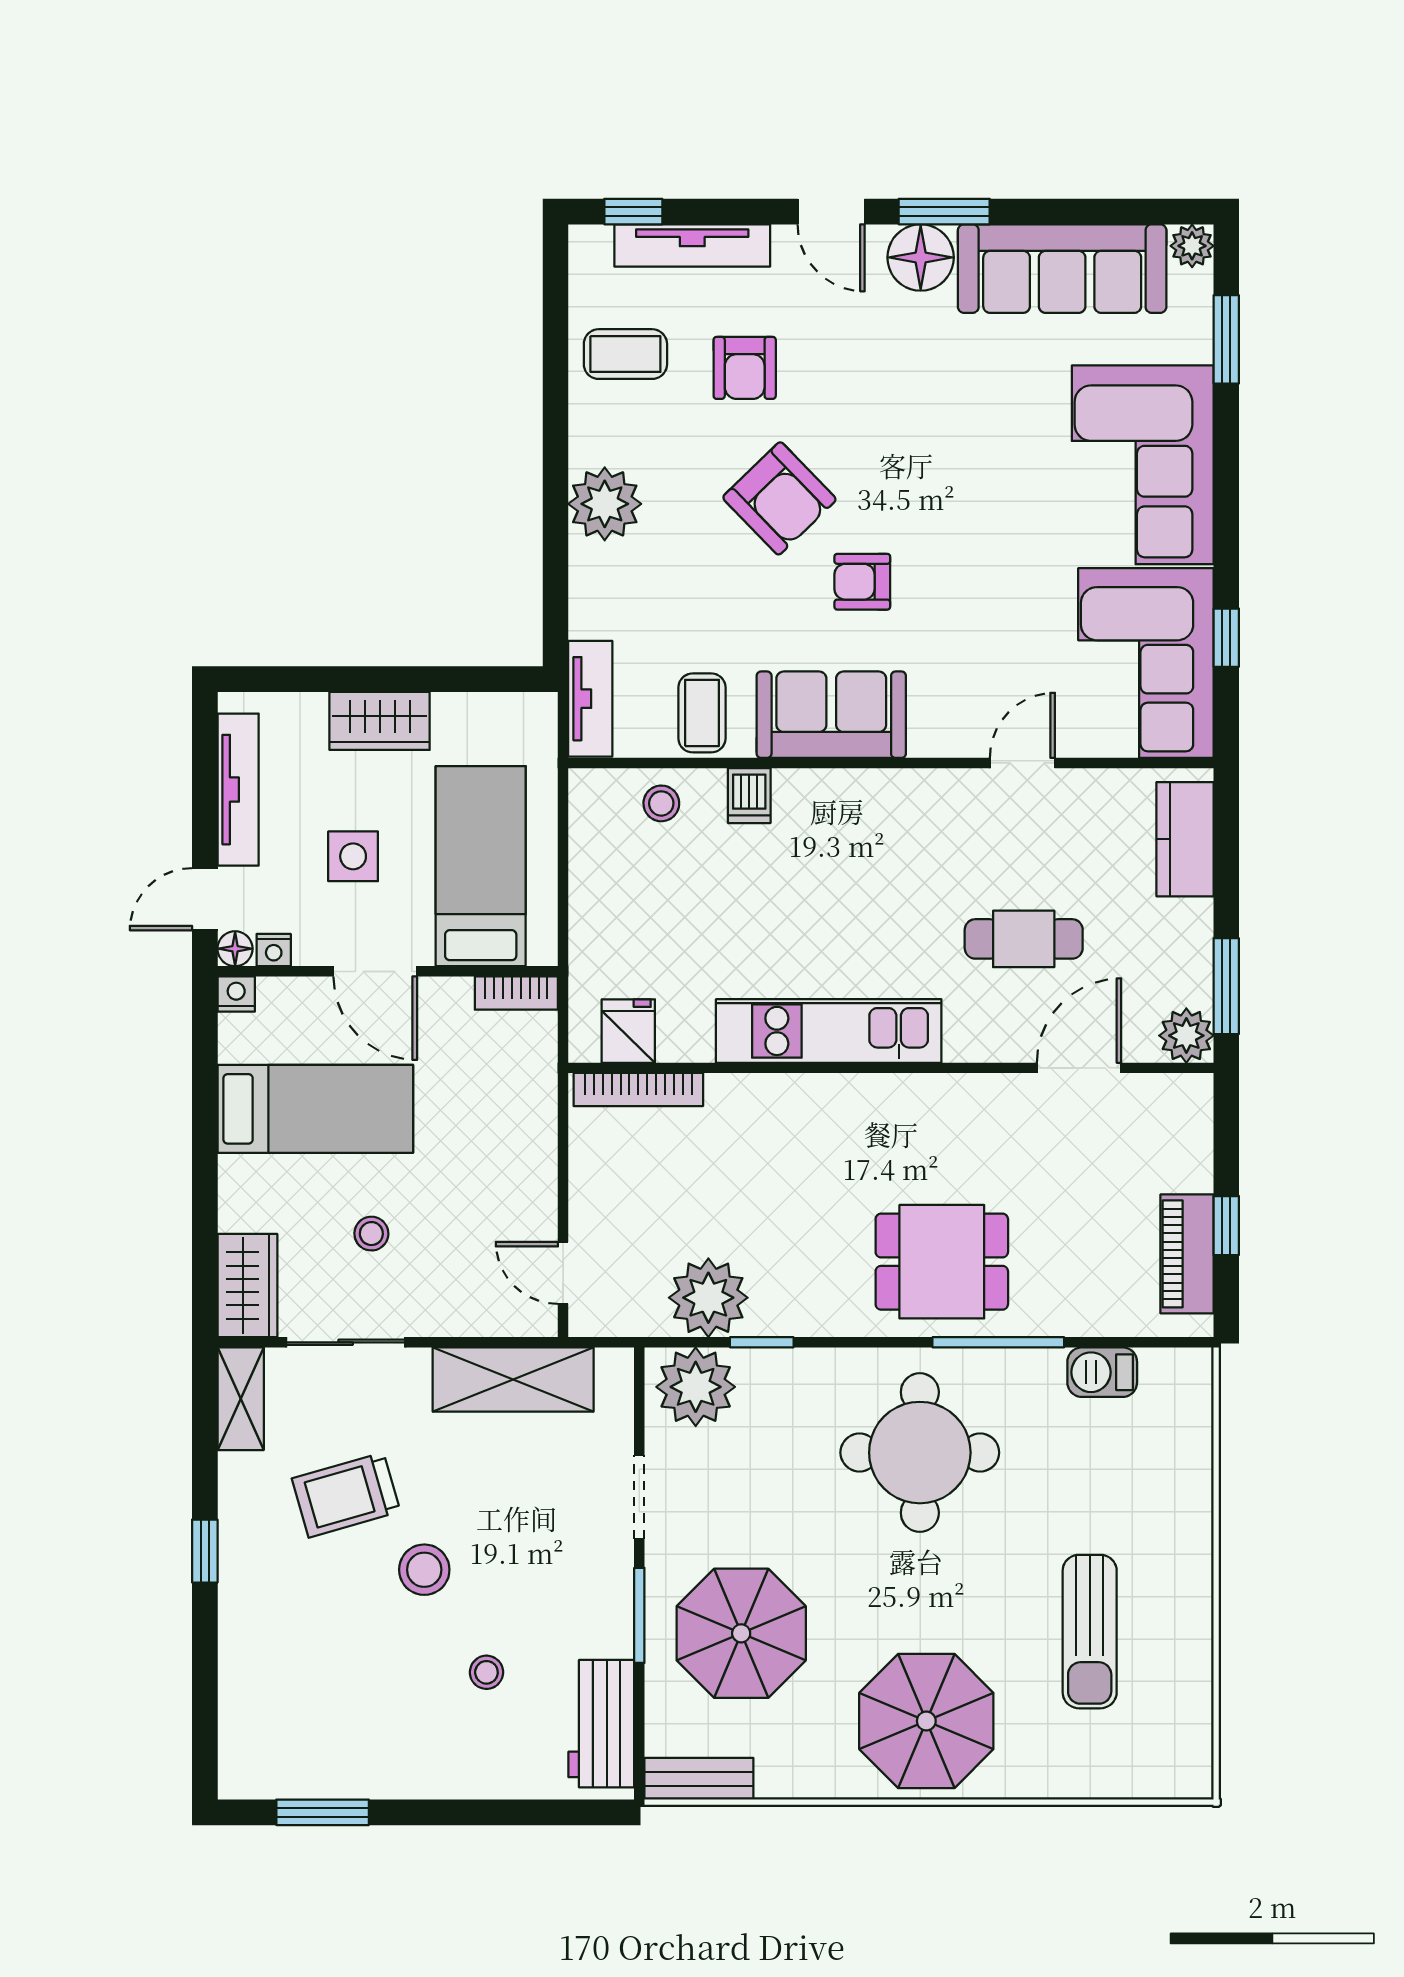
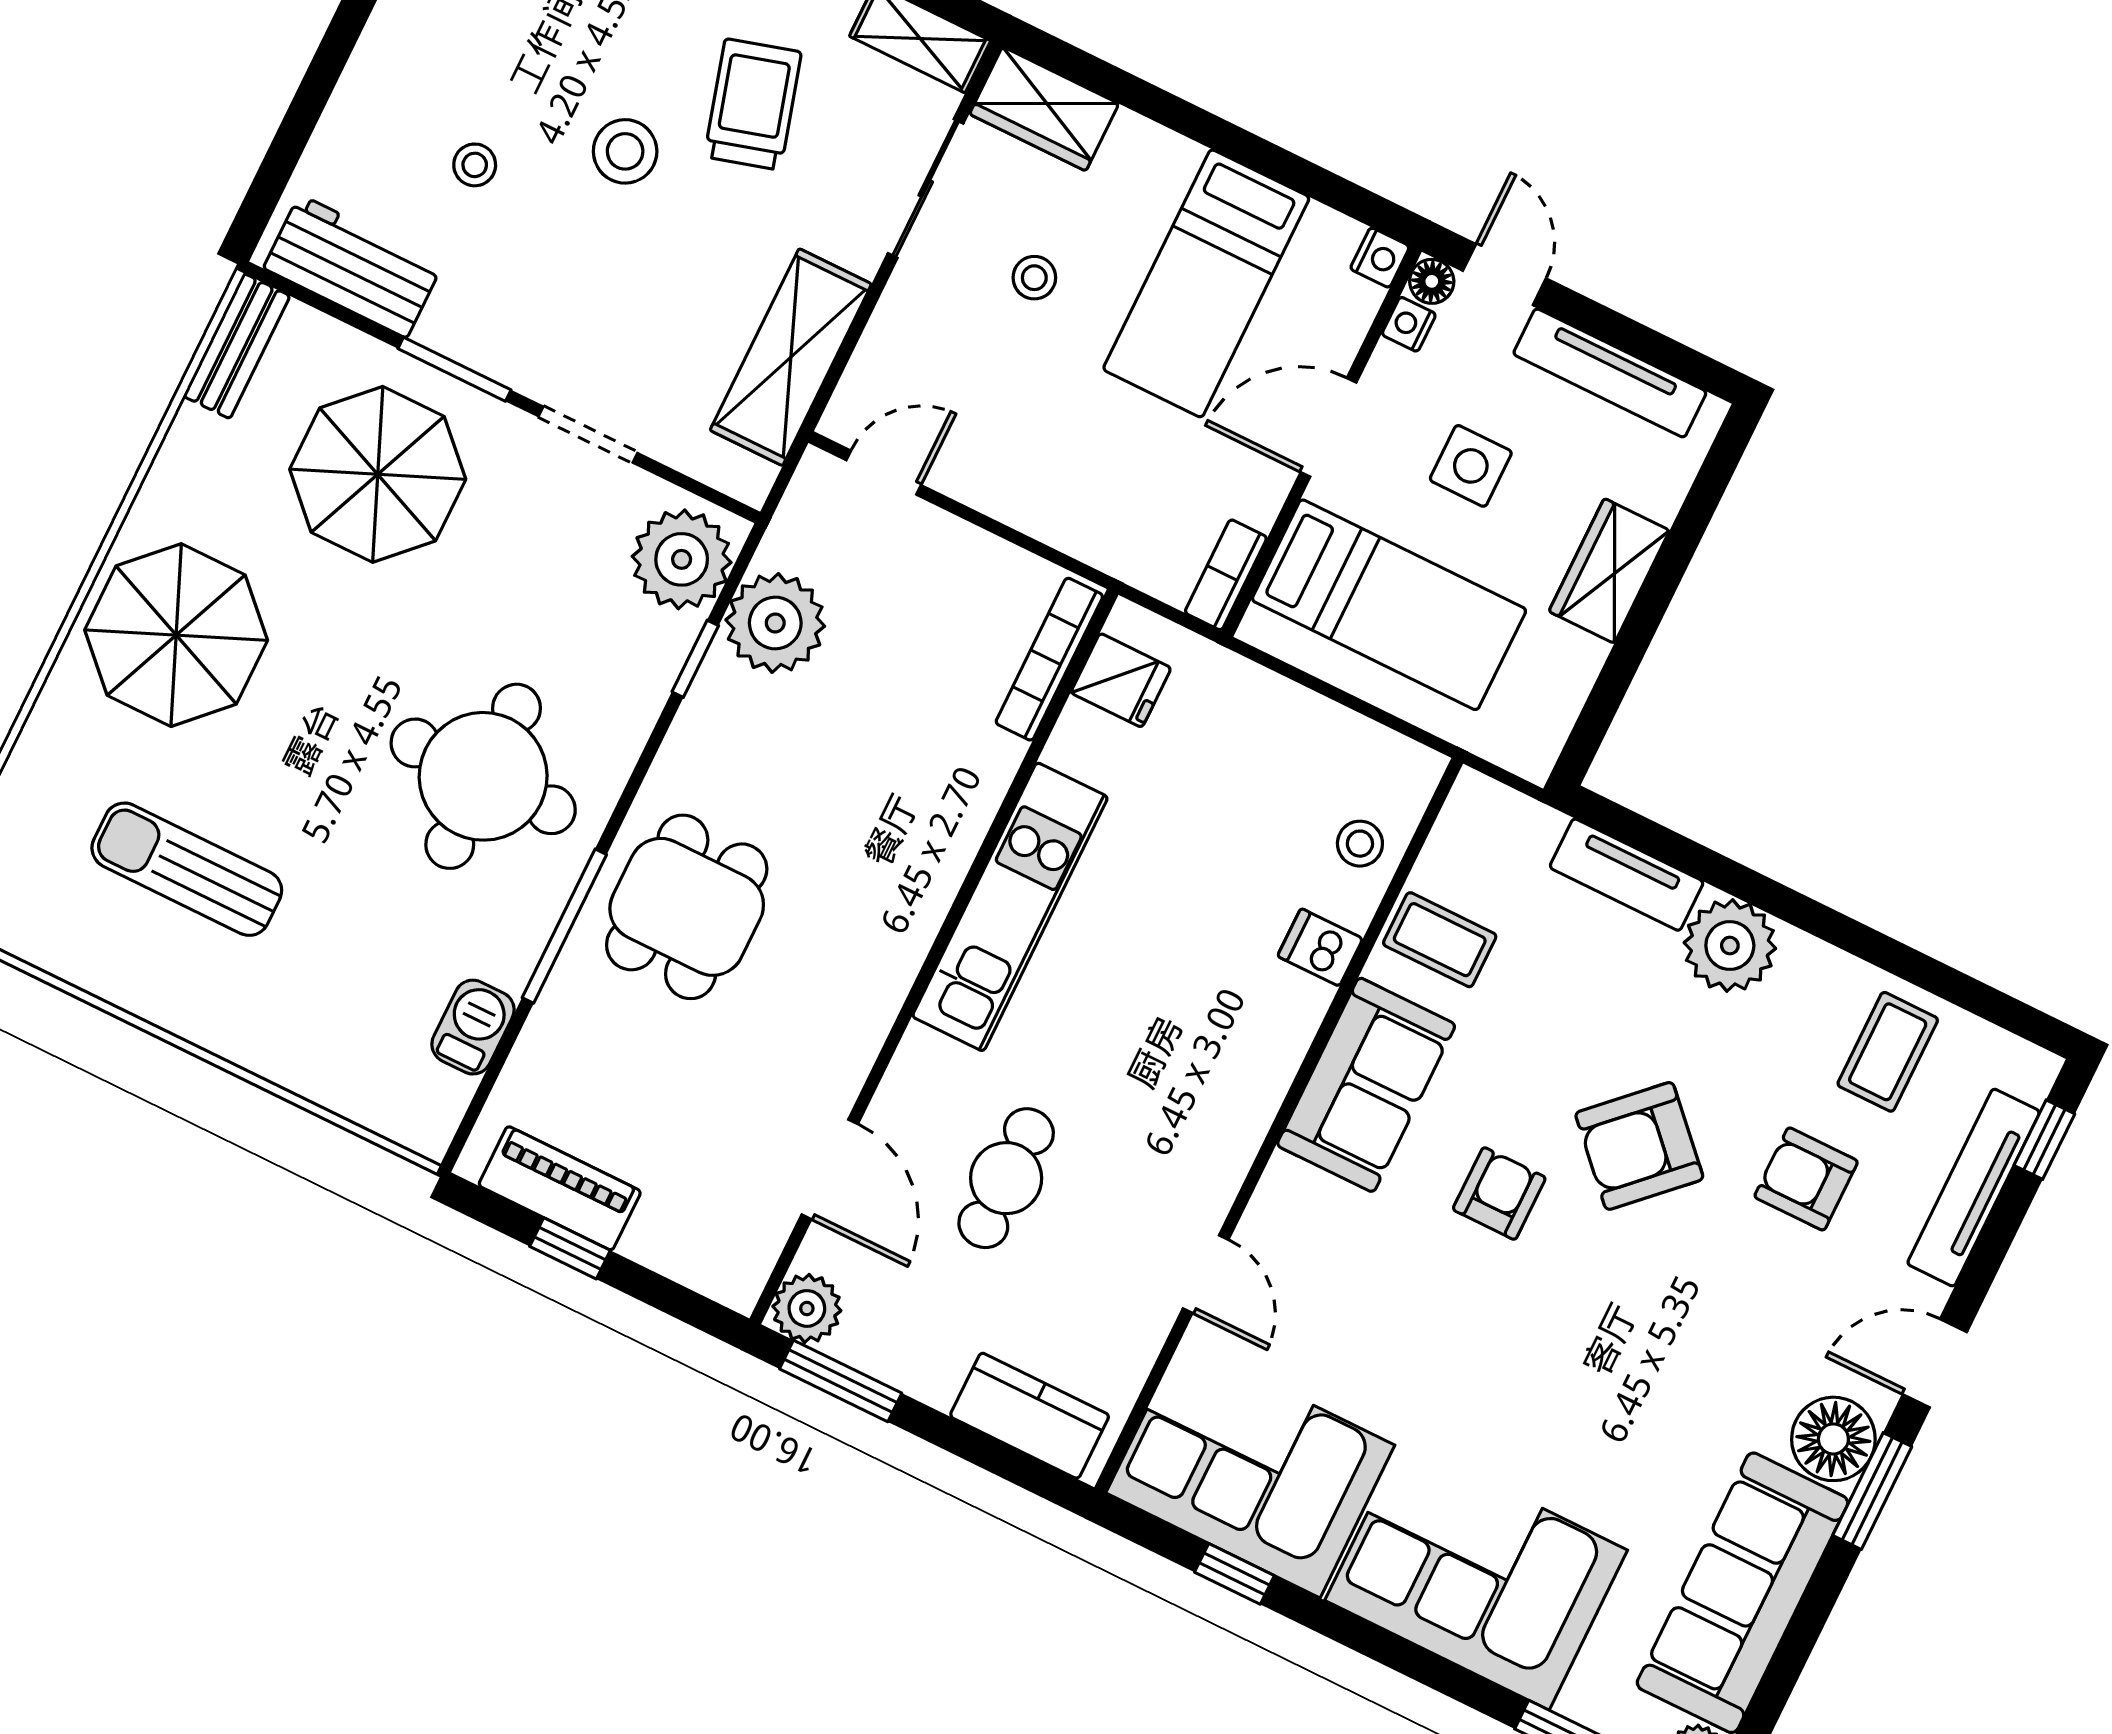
tv unit: (590, 699) -> (1627, 875), moved

